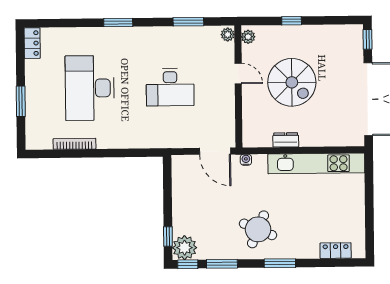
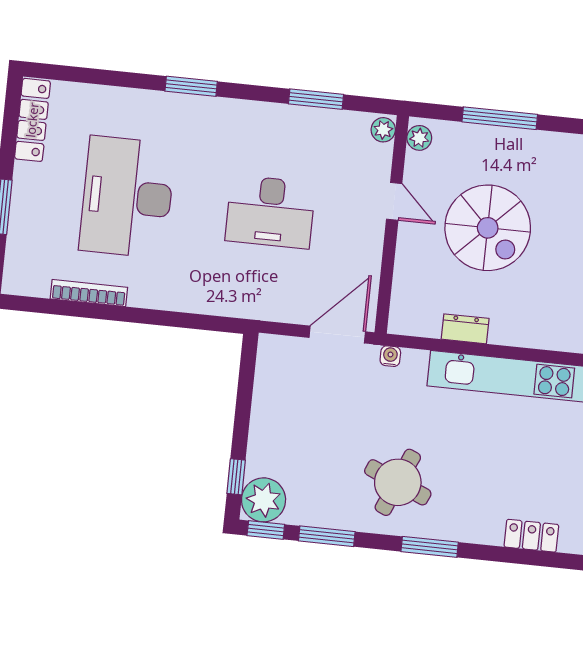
window: (292, 21) -> (500, 118), width x2.17
locker: (32, 43) -> (32, 120), width x1.53
door: (215, 151) -> (337, 335), swing flipped

